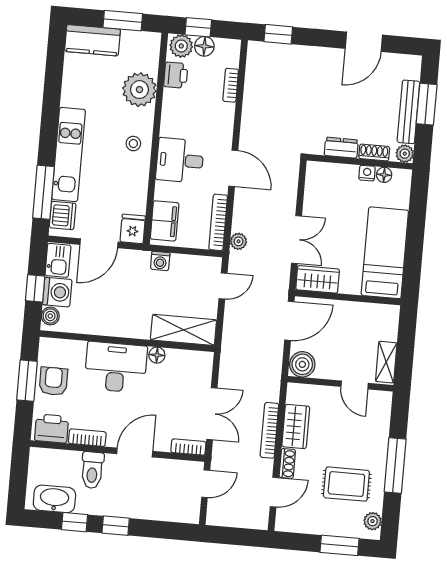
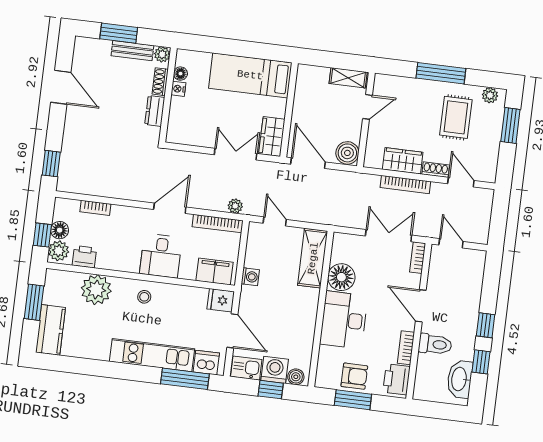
bench: (408, 112) -> (132, 51), width x0.73
floor lamp: (157, 355) -> (341, 277), width x1.89, depth x1.89
armchair: (53, 381) -> (354, 376), turned 180

